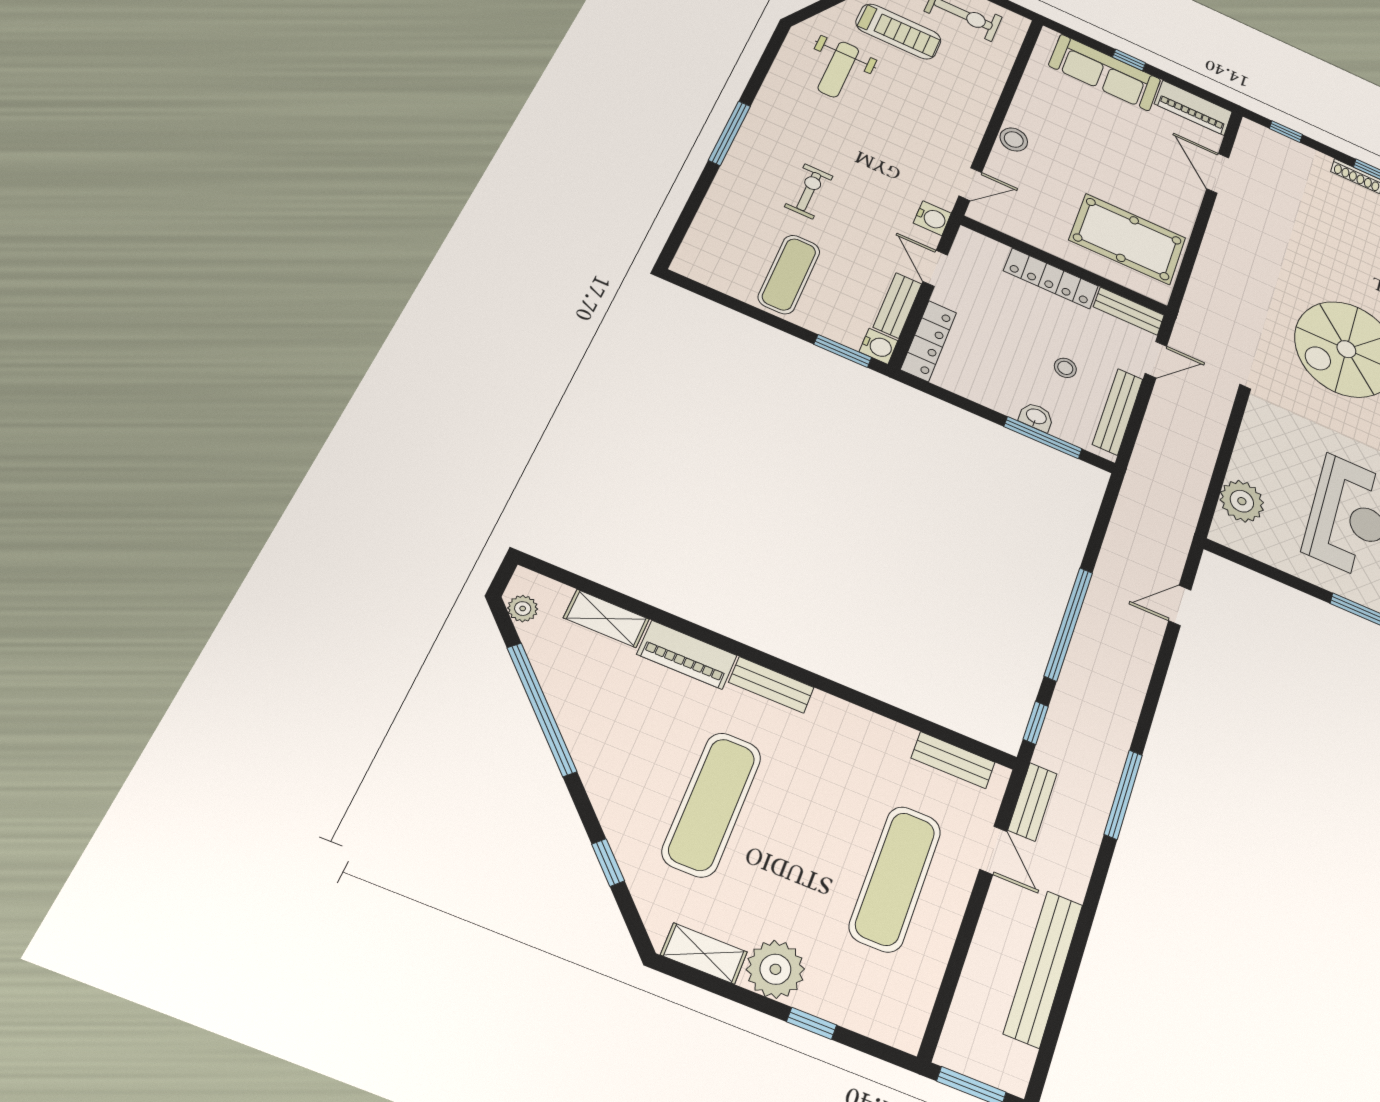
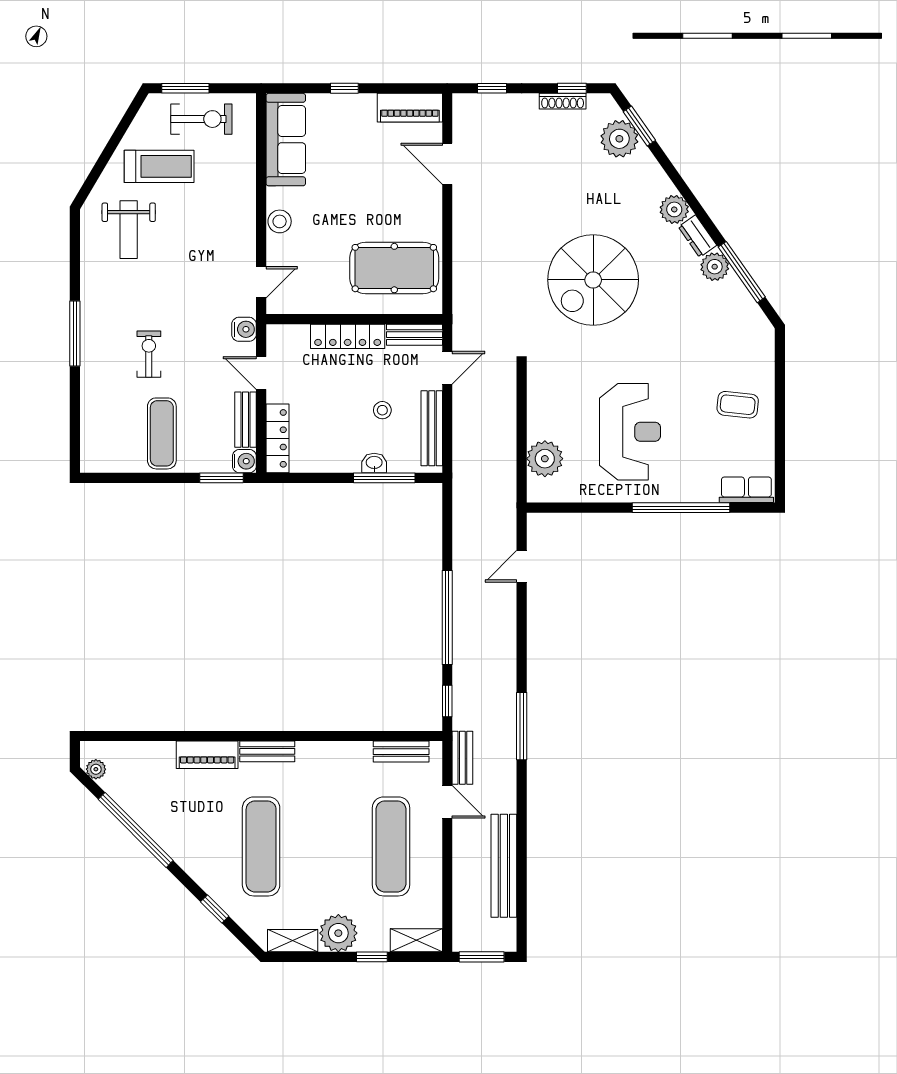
sofa: (1105, 73) -> (286, 140), moved, turned -90
shelving: (606, 618) -> (416, 940), moved

